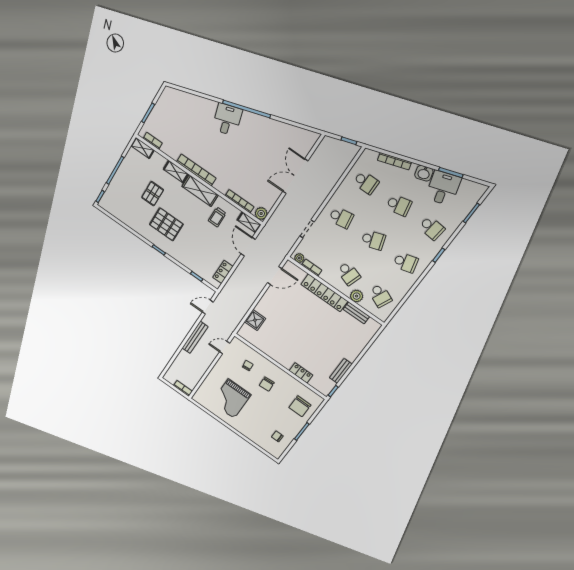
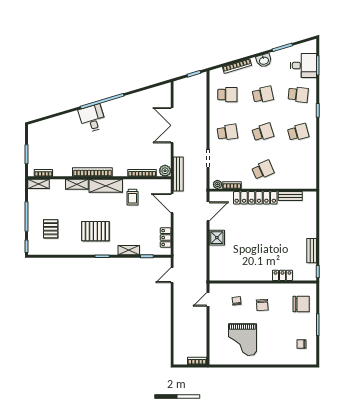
desk: (443, 188) -> (303, 65), moved, turned 107
pallet: (153, 194) -> (51, 229), moved
shelving: (249, 222) -> (129, 250), moved
school desk: (349, 274) -> (263, 170), turned -42
plant: (357, 296) -> (281, 183), removed
school desk: (380, 296) -> (298, 170), removed
shower: (255, 320) -> (217, 238), moved
bench: (195, 337) -> (178, 174), moved
chair: (300, 406) -> (301, 304), turned -90

